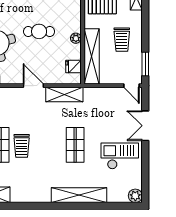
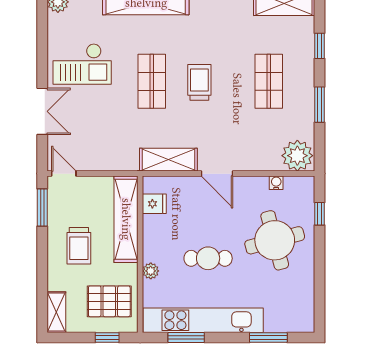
plant: (76, 38) -> (151, 271), moved
trolley: (122, 40) -> (79, 246), turned 180
trolley: (22, 146) -> (199, 82), moved

